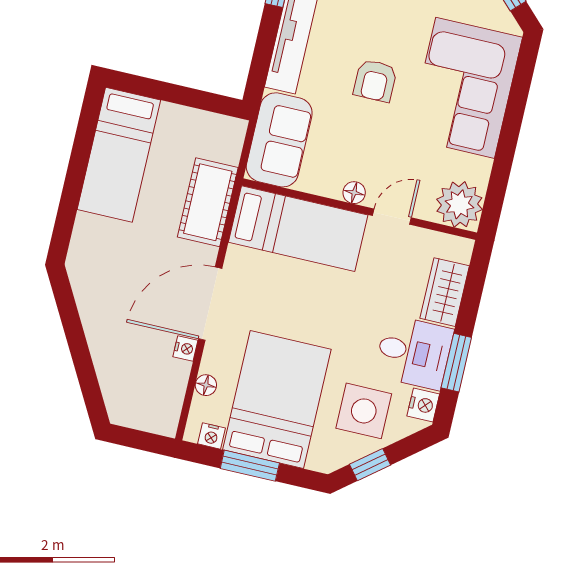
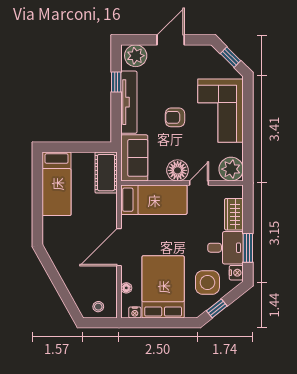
armchair: (375, 81) -> (175, 117), turned 90
floor lamp: (354, 193) -> (178, 170), width x1.89, depth x1.89
cot: (208, 202) -> (106, 173), moved
nightstand: (185, 348) -> (112, 272), removed
stool: (144, 408) -> (98, 307), added
window: (250, 466) -> (157, 323), removed

